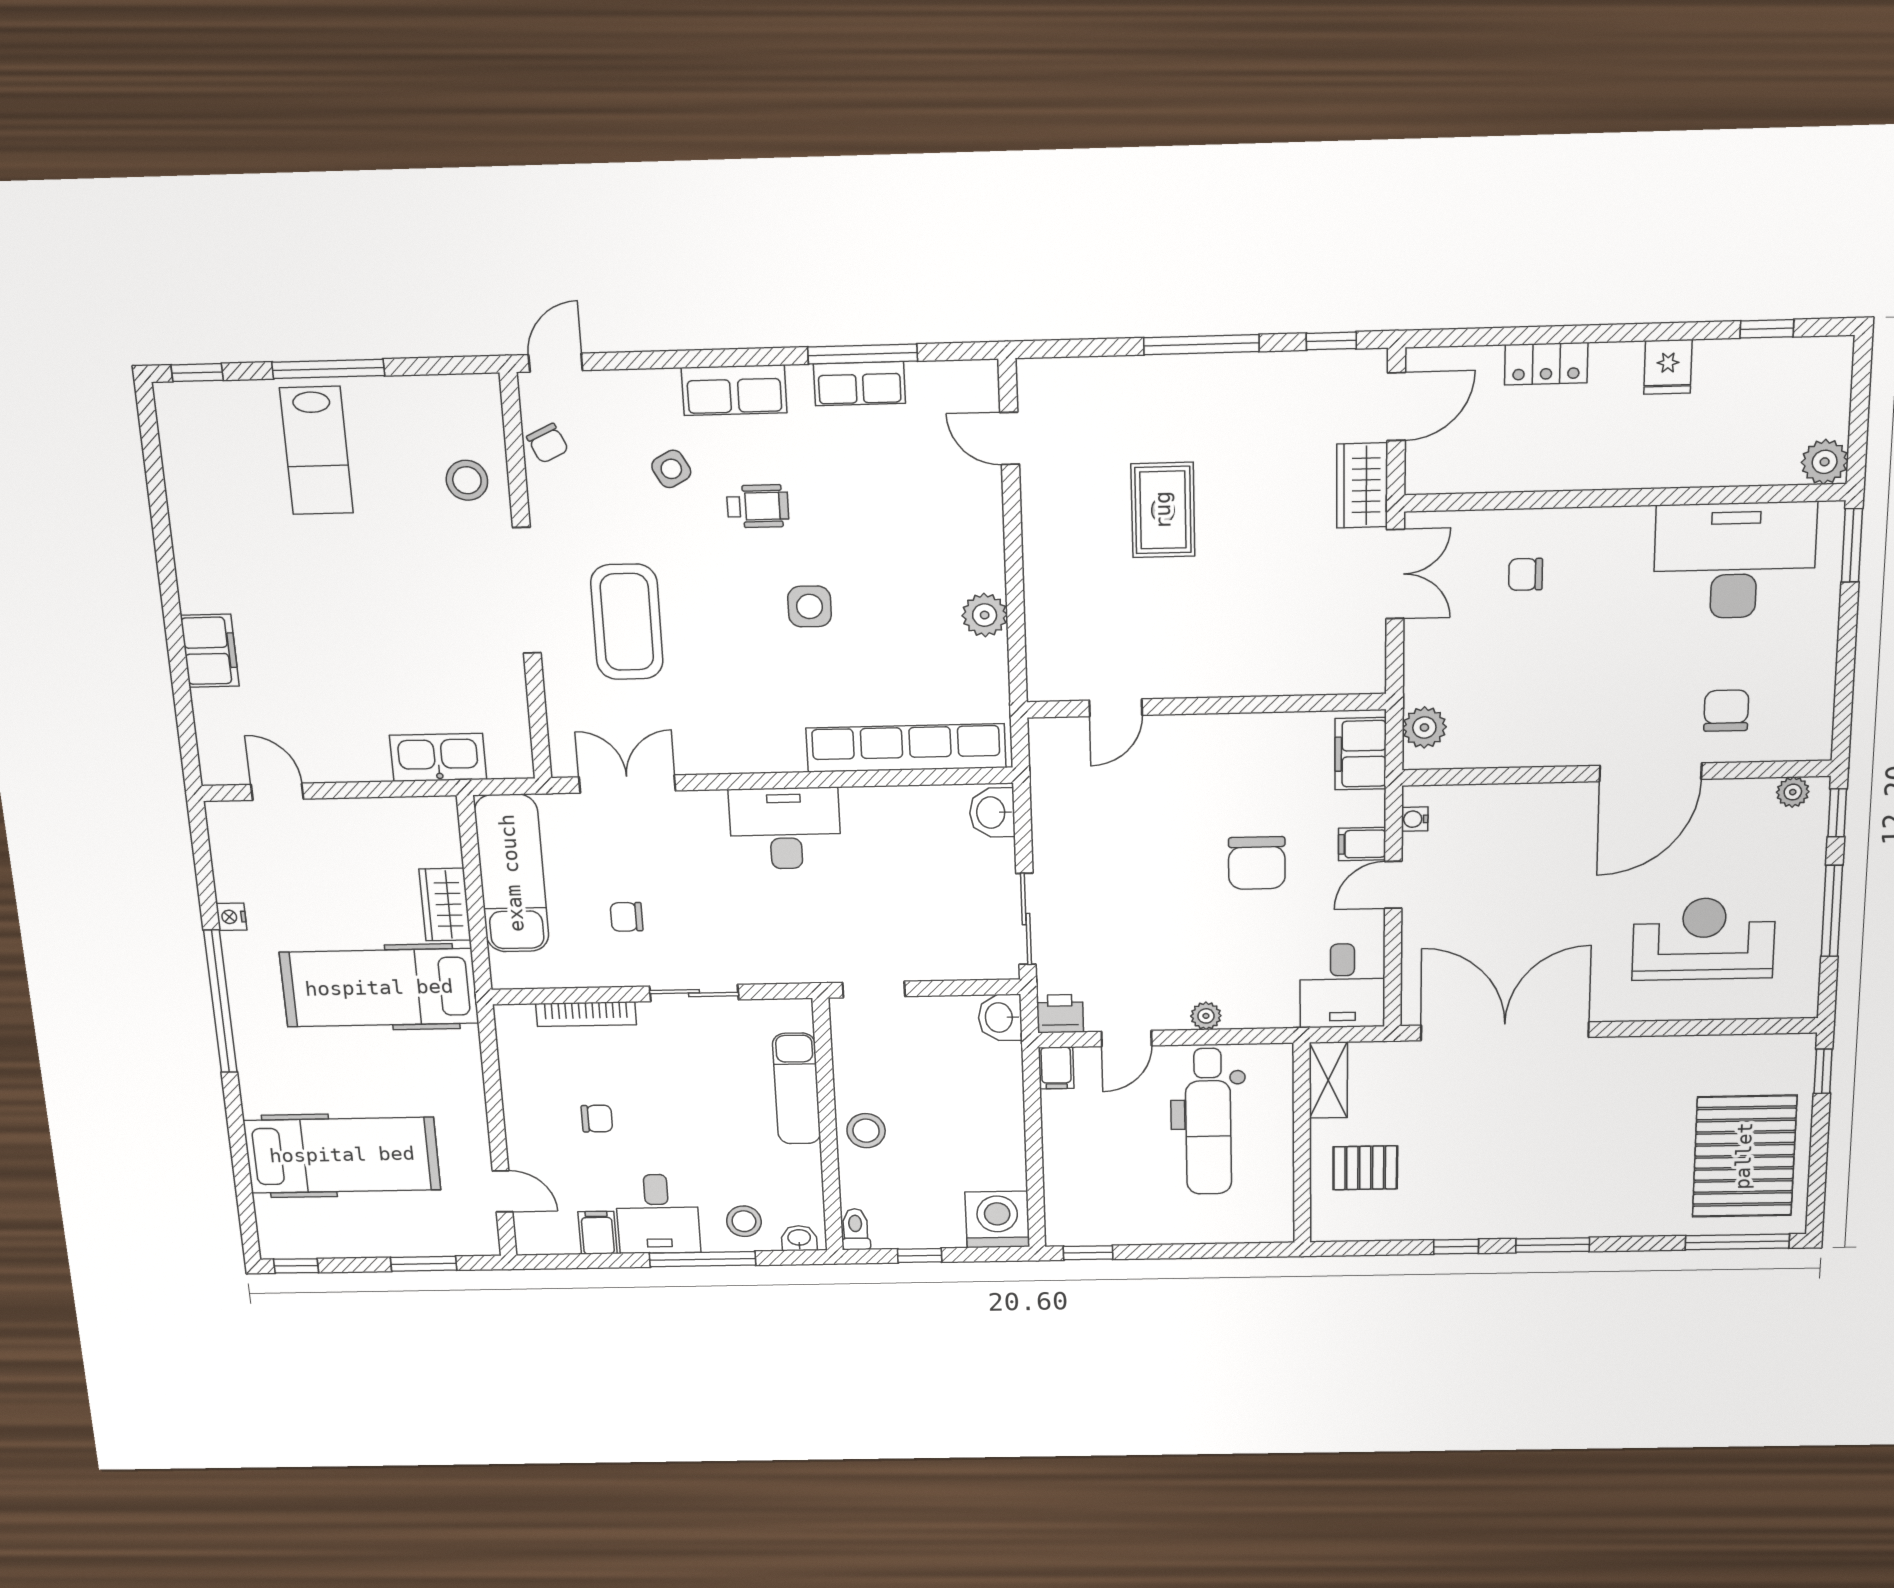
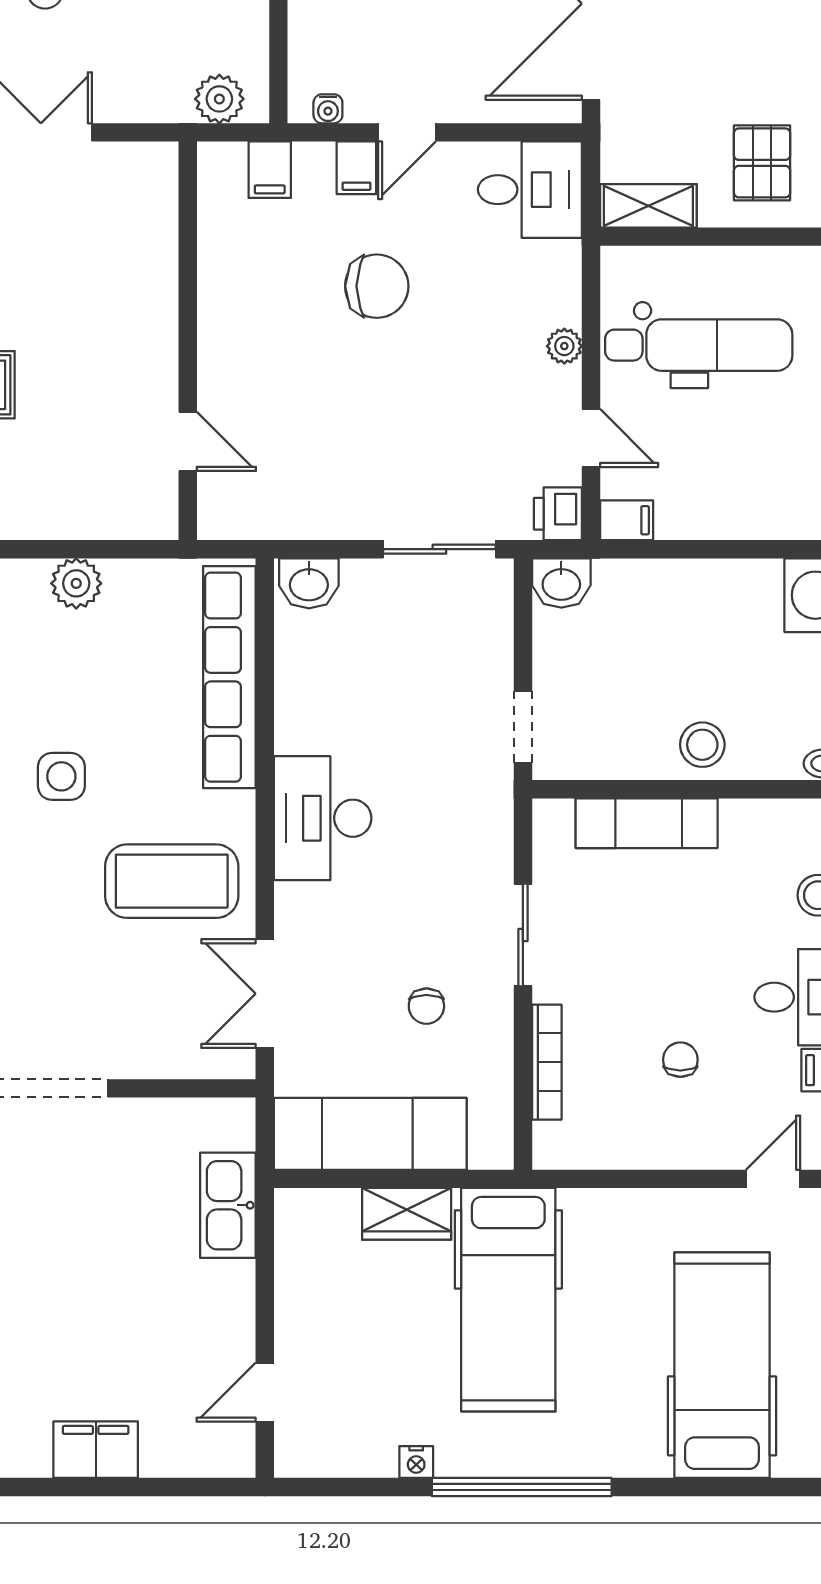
coffee table: (627, 622) -> (172, 881), moved
filing cabinet: (1361, 754) -> (270, 170), width x0.50
door: (1393, 885) -> (407, 132), hinge flipped

